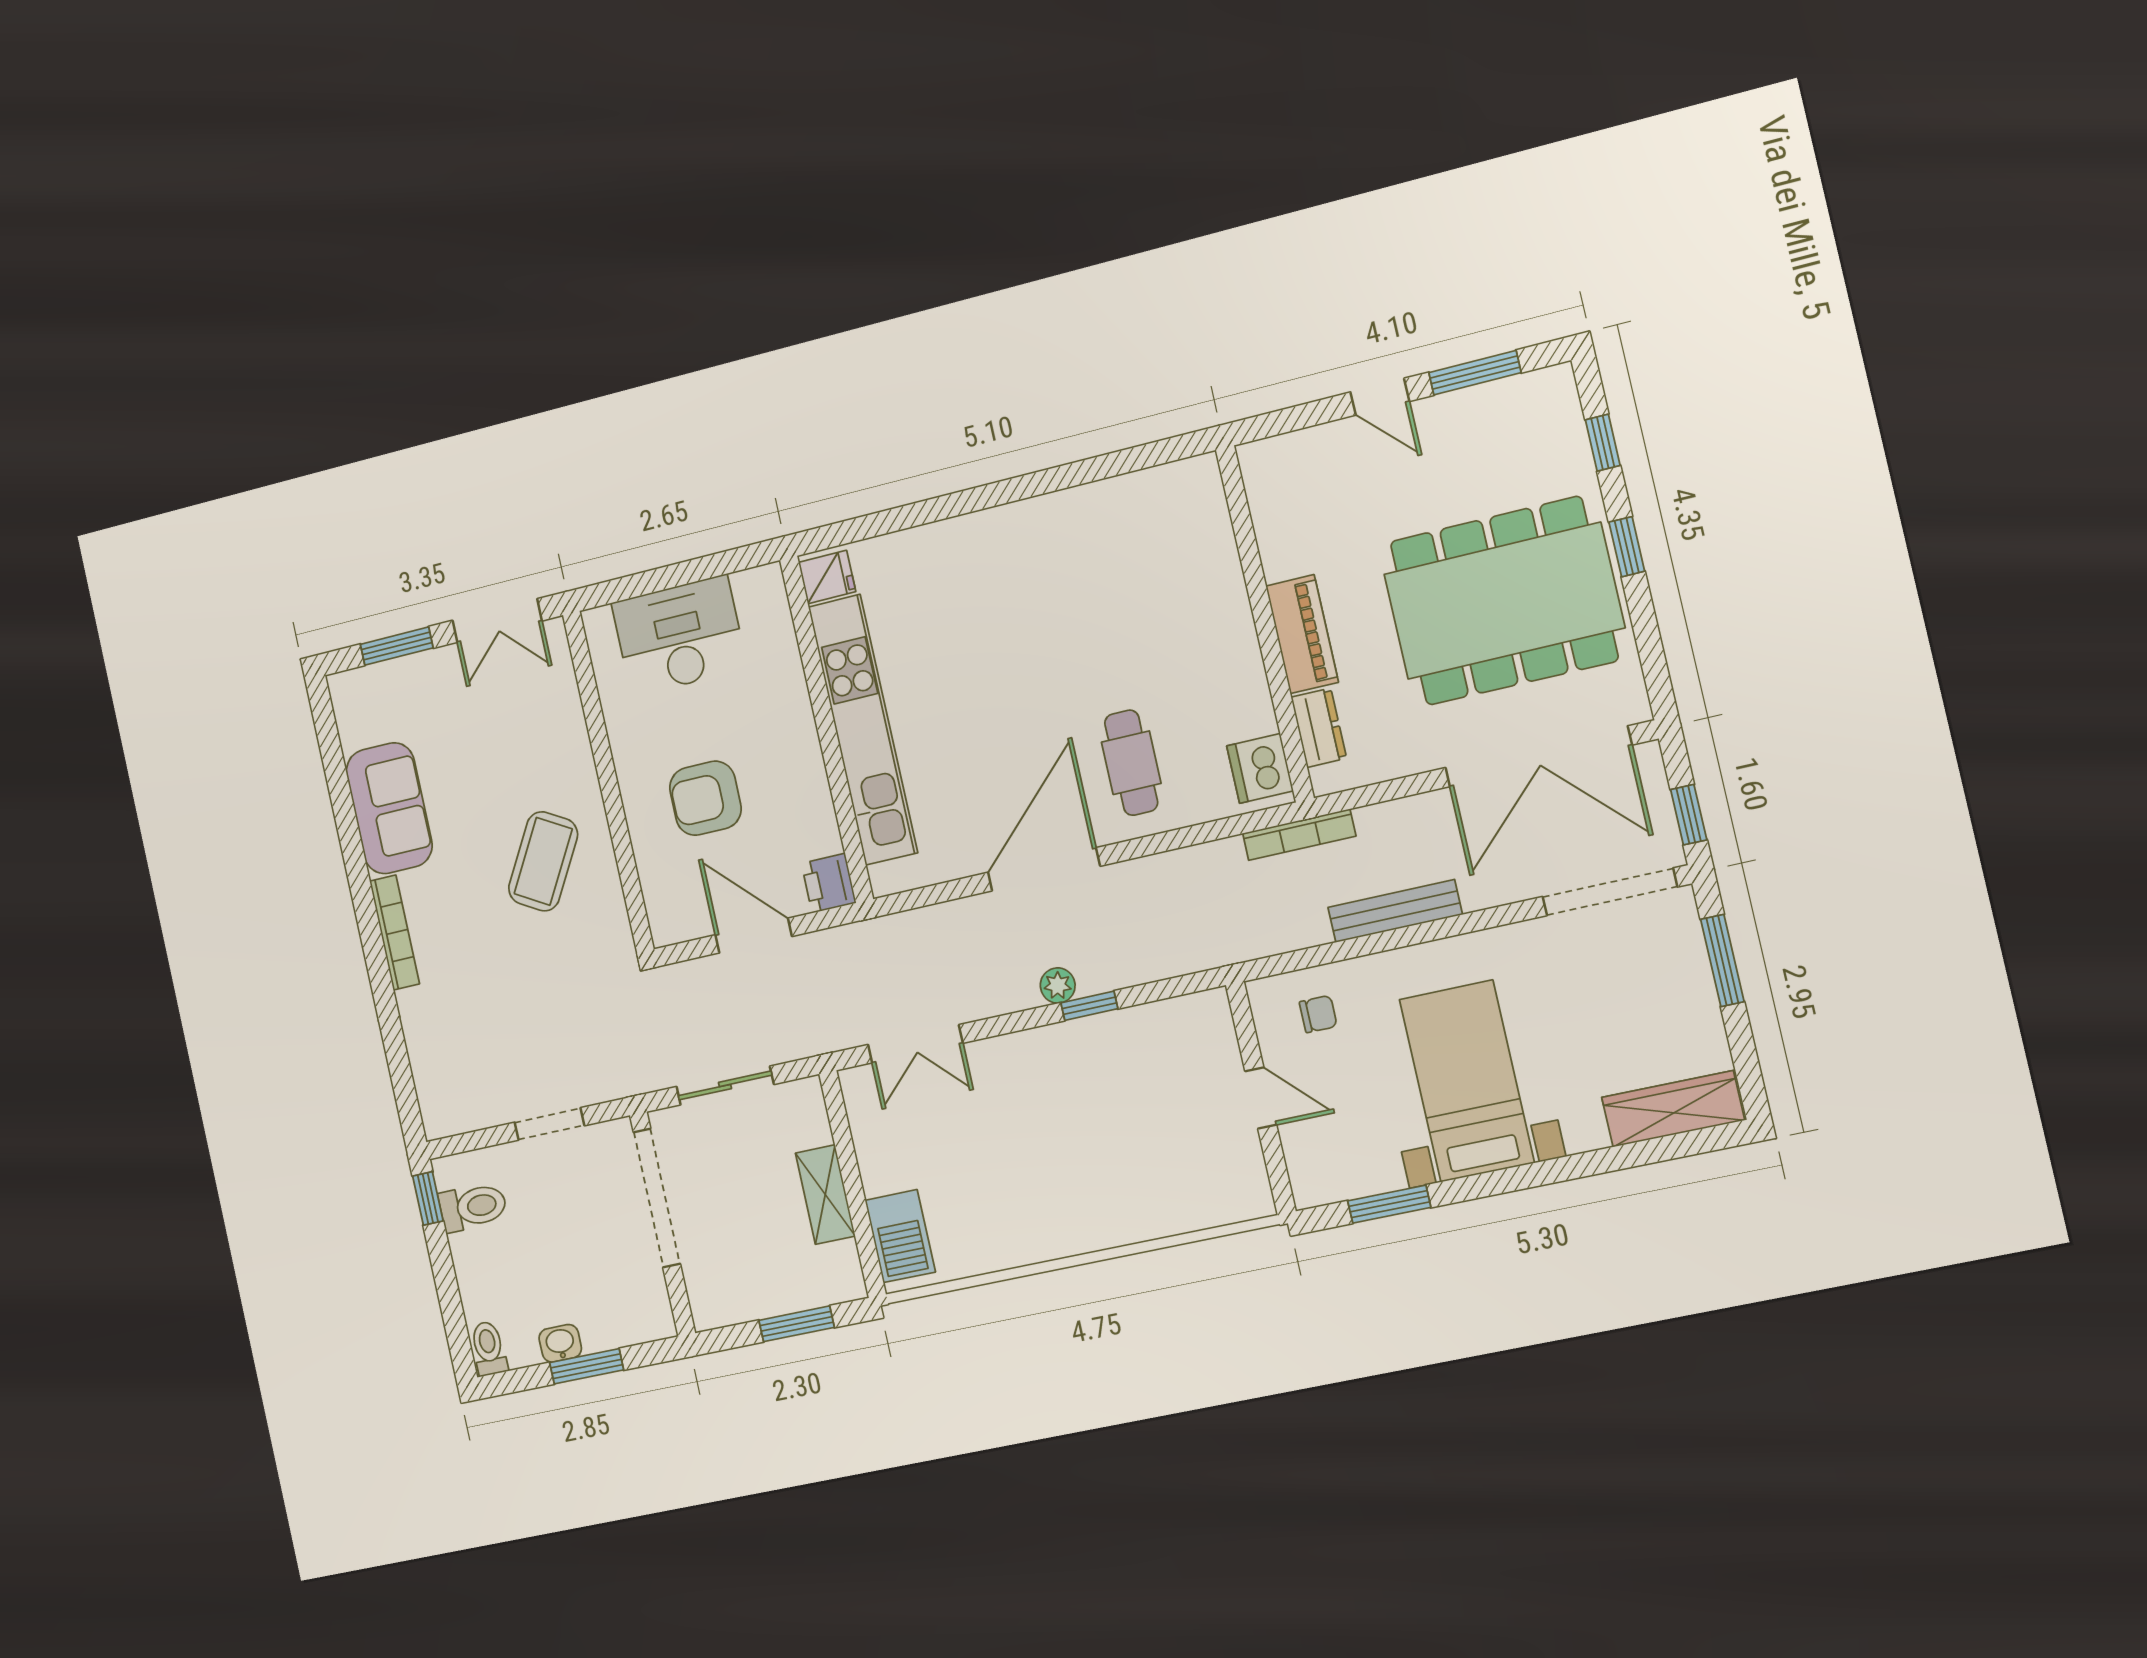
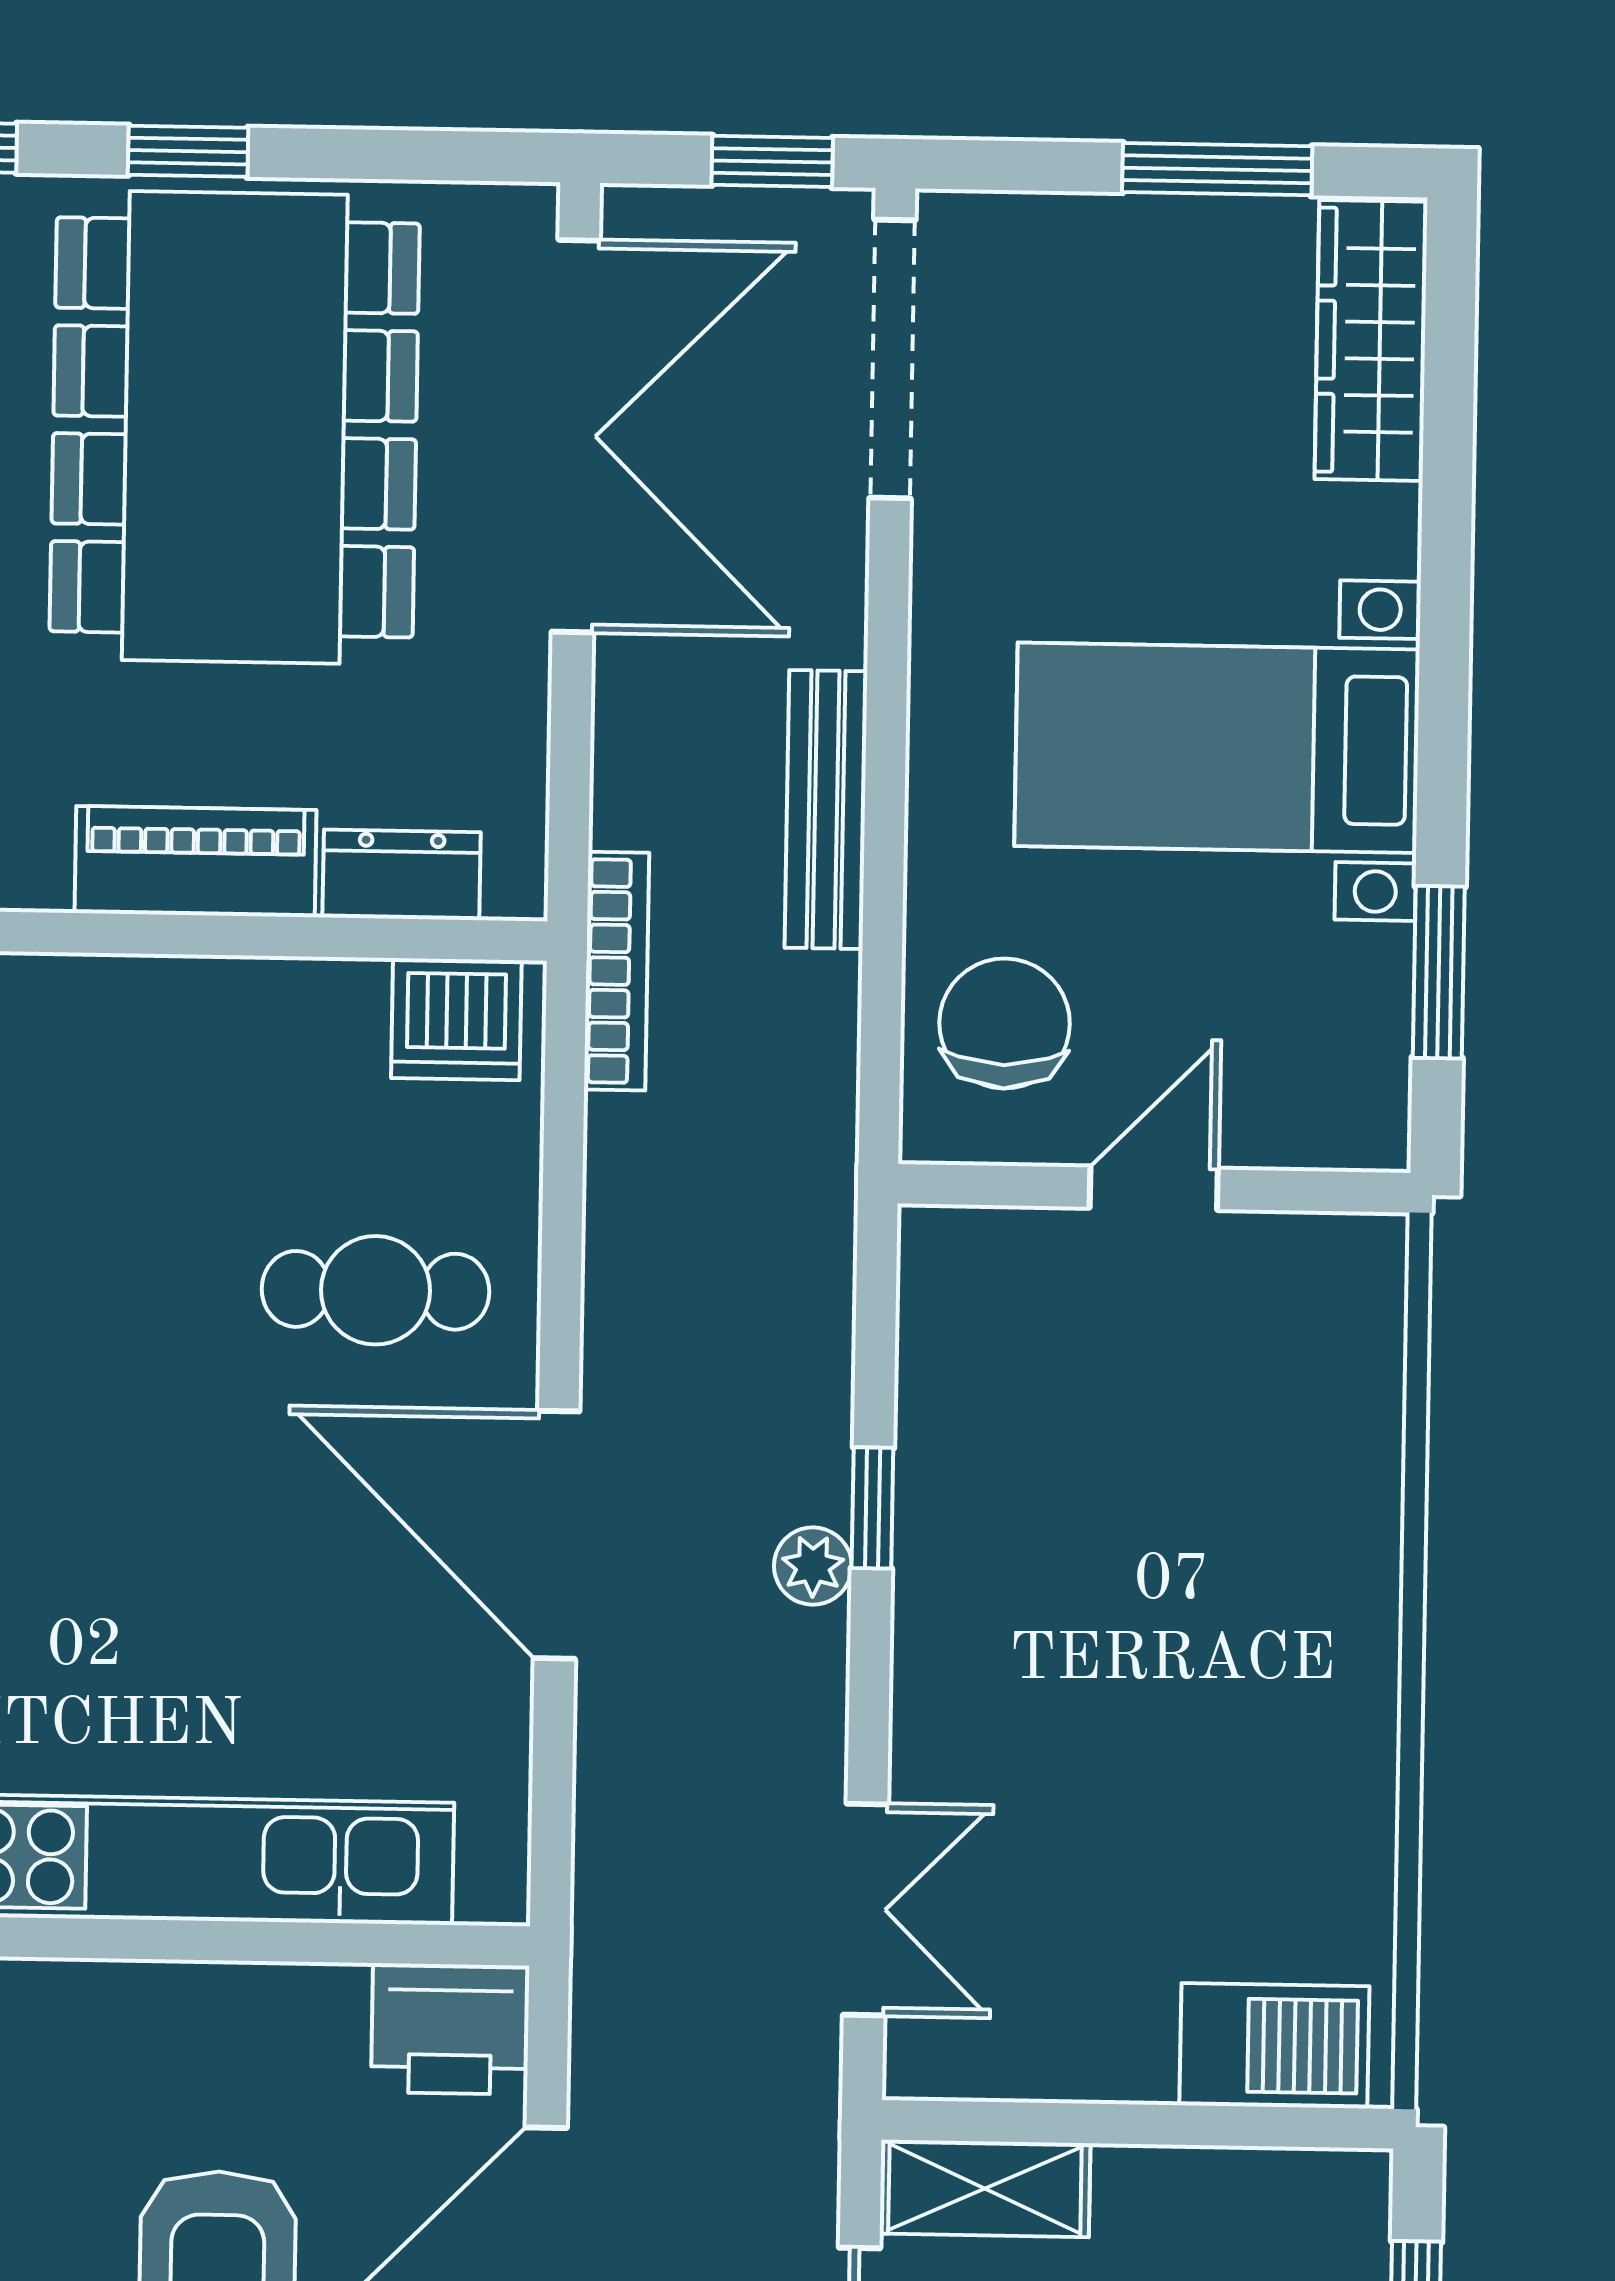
printer: (829, 883) -> (450, 2029), width x1.36, depth x1.24
window: (1722, 960) -> (1217, 169), moved
chair: (1318, 1014) -> (1005, 1023), width x1.87, depth x1.87
shelving: (825, 1195) -> (985, 2188), moved

